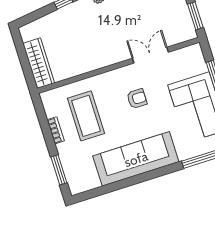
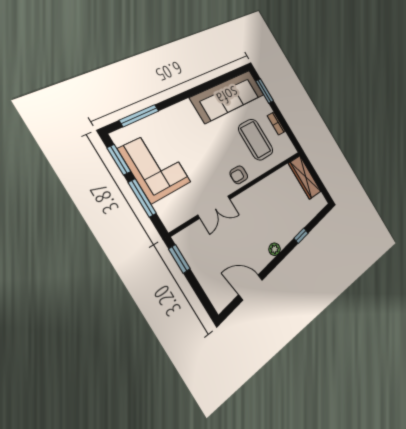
armchair: (137, 99) -> (239, 175), moved
sofa: (136, 159) -> (228, 96), moved

